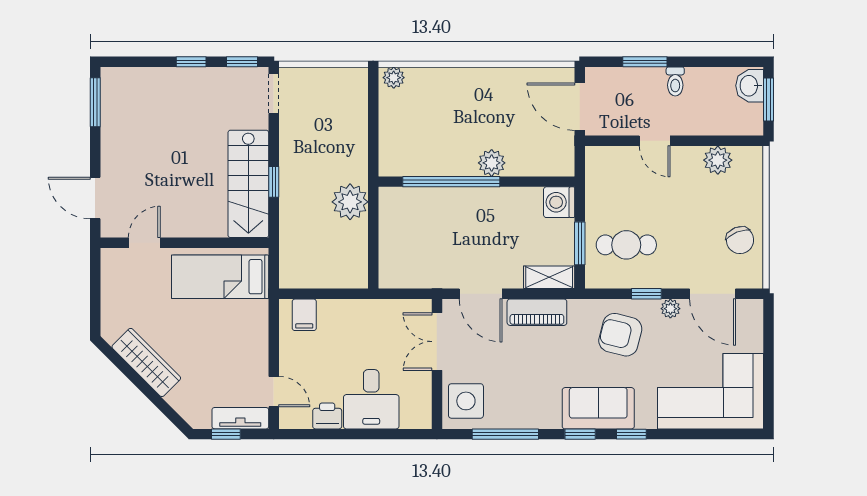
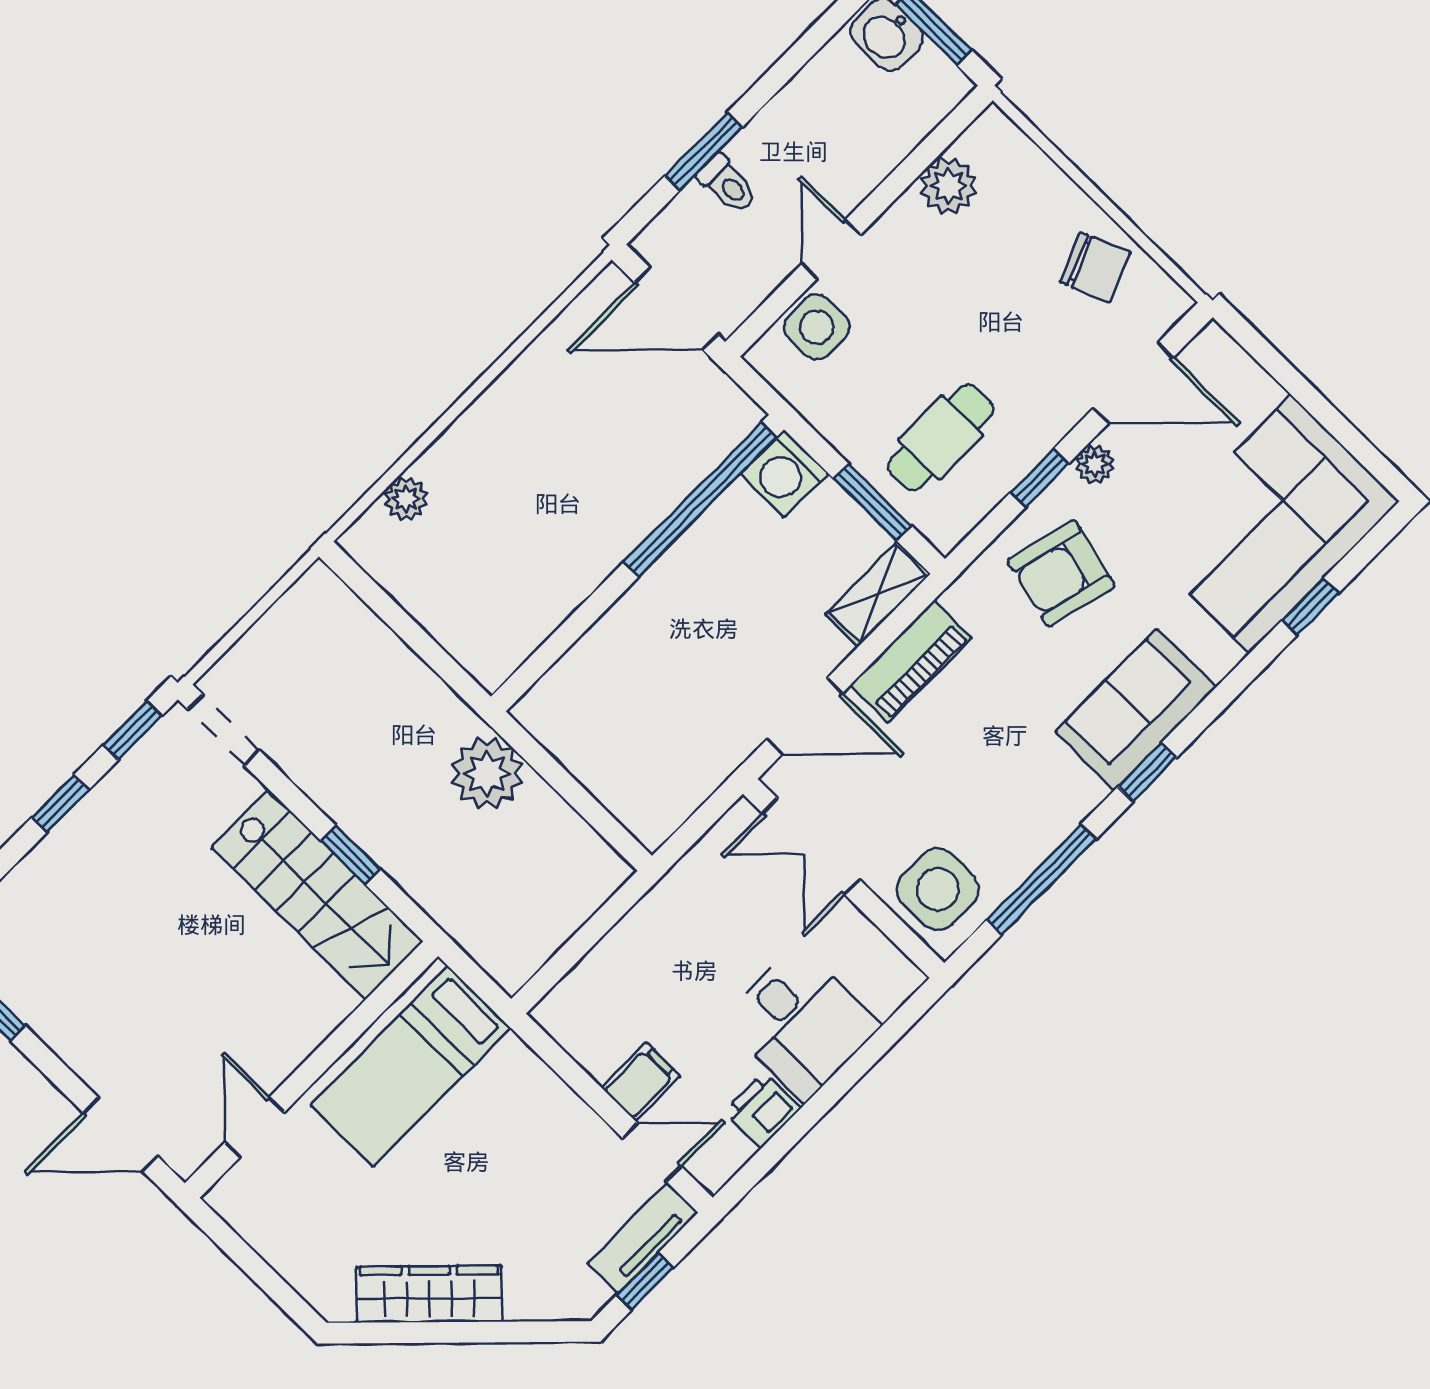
plant: (394, 78) -> (406, 499), moved
toilet: (675, 81) -> (727, 184), moved
door: (655, 141) -> (831, 249), swing flipped
plant: (492, 163) -> (632, 515), removed
side table: (622, 163) -> (817, 327), added
window: (451, 182) -> (700, 499), moved
filing cabinet: (304, 315) -> (641, 1082), moved, turned -90
window: (631, 434) -> (1310, 607), moved

